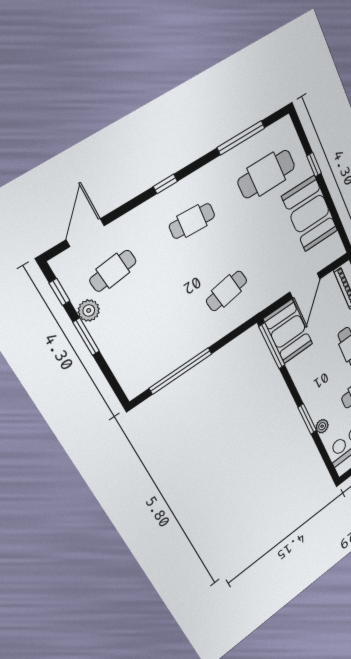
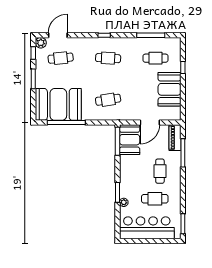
cafe table: (266, 174) -> (156, 58), width x0.73, depth x0.74
plant: (89, 310) -> (41, 43), moved
booth: (152, 351) -> (58, 104), added

